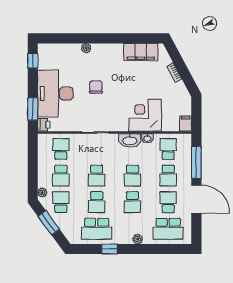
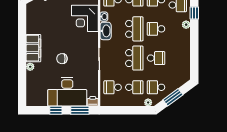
filing cabinet: (141, 52) -> (33, 48), moved
window: (33, 61) -> (56, 110), moved
school desk: (97, 176) -> (134, 58), width x1.85
school desk: (132, 176) -> (134, 29), width x1.85
school desk: (132, 202) -> (156, 29), turned 180
school desk: (97, 229) -> (178, 58), removed
window: (109, 249) -> (194, 13), moved

